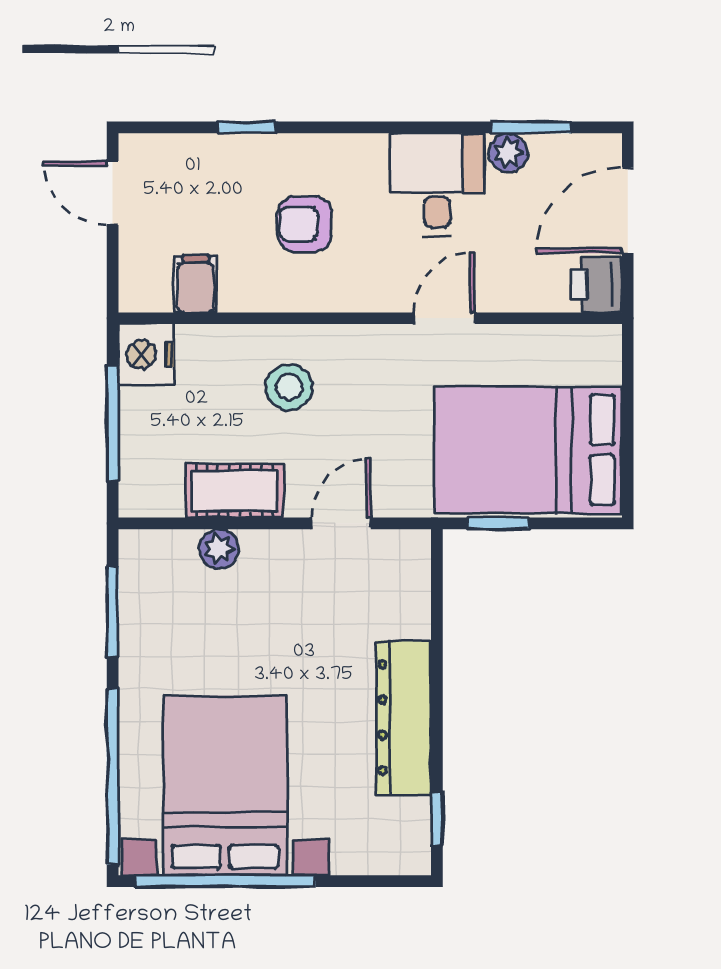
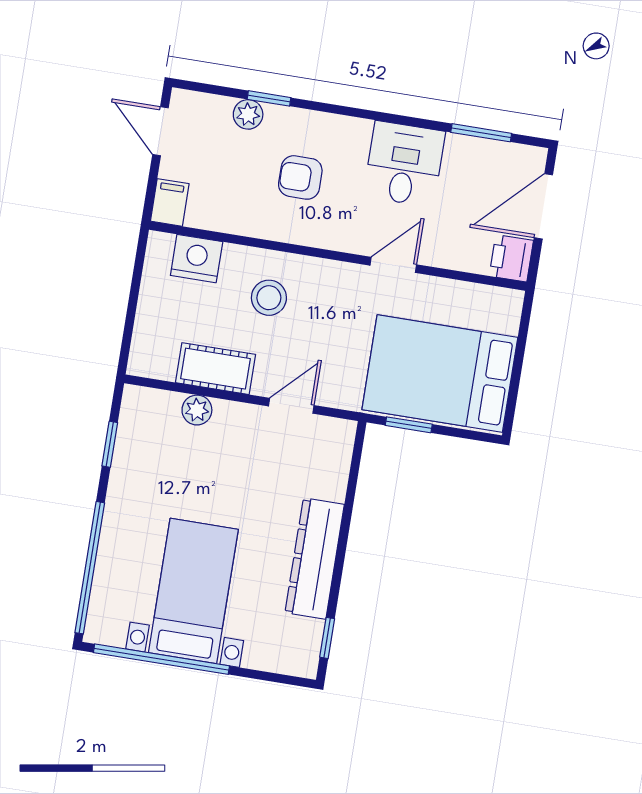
plant: (508, 153) -> (248, 114), moved
filing cabinet: (196, 284) -> (170, 202), moved
nightstand: (146, 355) -> (197, 259), moved, turned 90
window: (113, 423) -> (133, 303), removed
window: (113, 612) -> (110, 444), width x0.67
bed with nightstands: (225, 785) -> (193, 591), width x0.73

